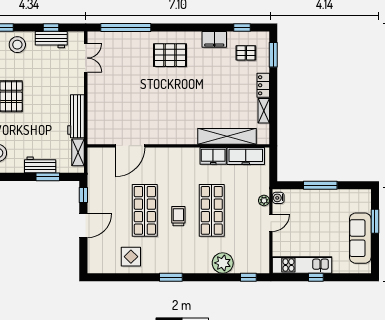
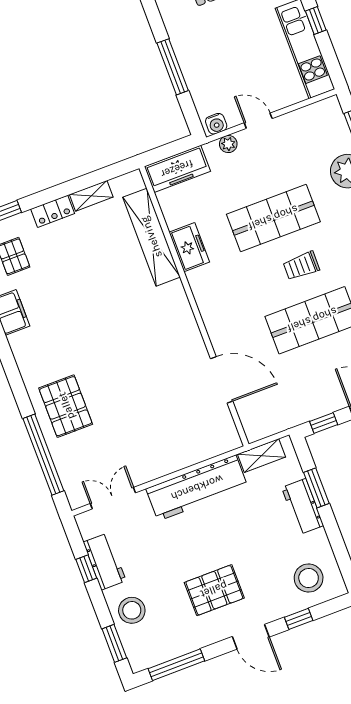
pallet: (170, 55) -> (66, 406), moved
workbench: (76, 116) -> (197, 488), width x1.36, depth x1.32
freezer: (246, 156) -> (177, 169), moved, turned 90

